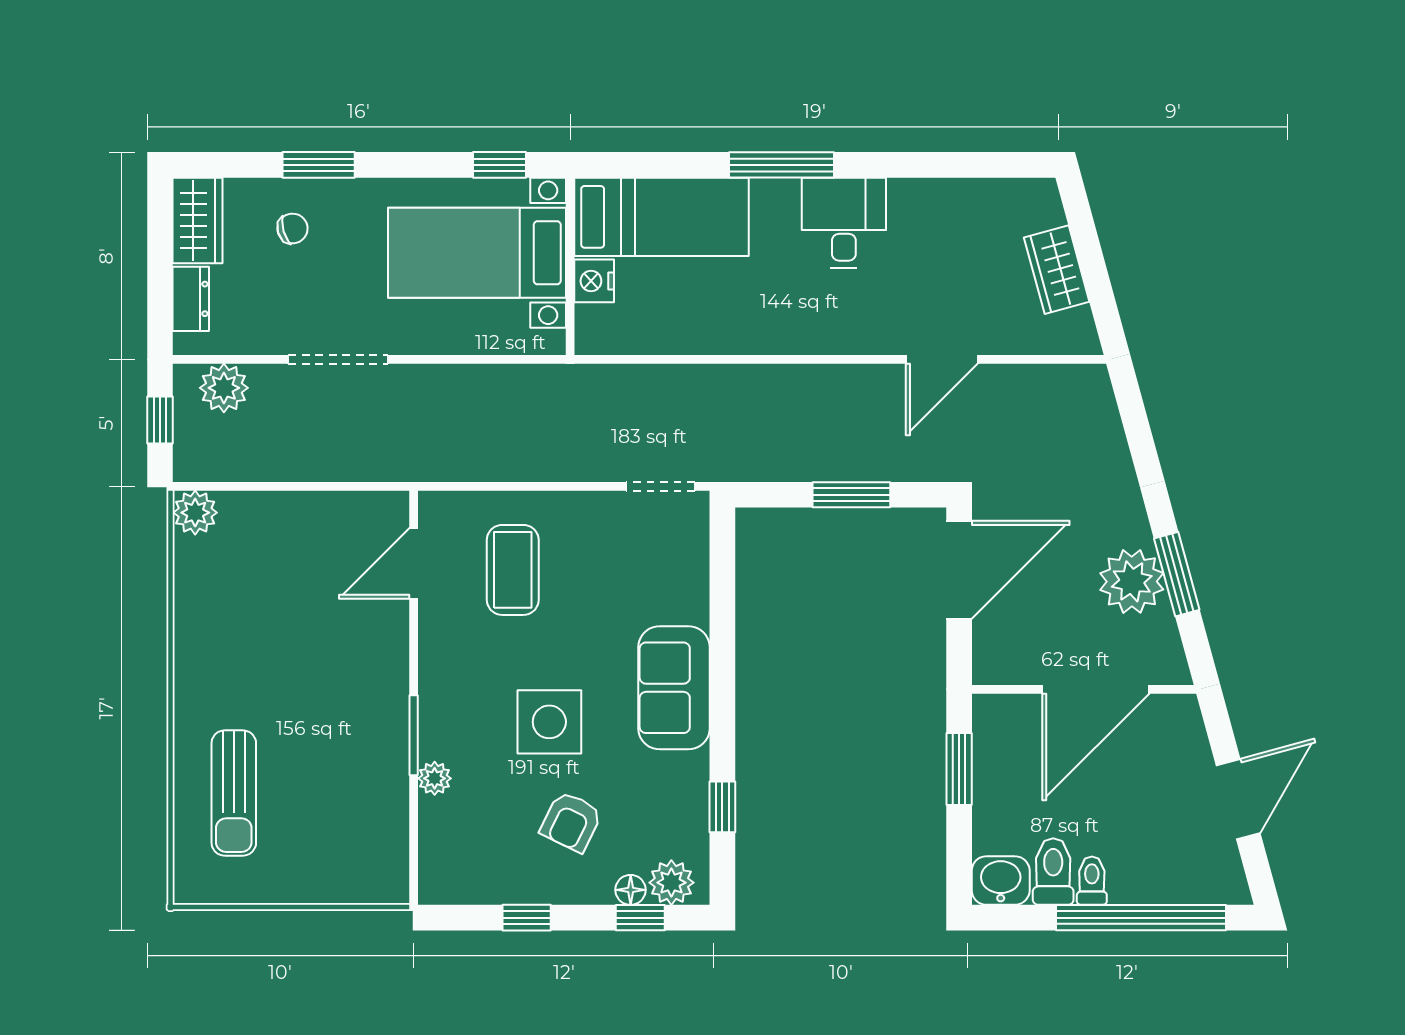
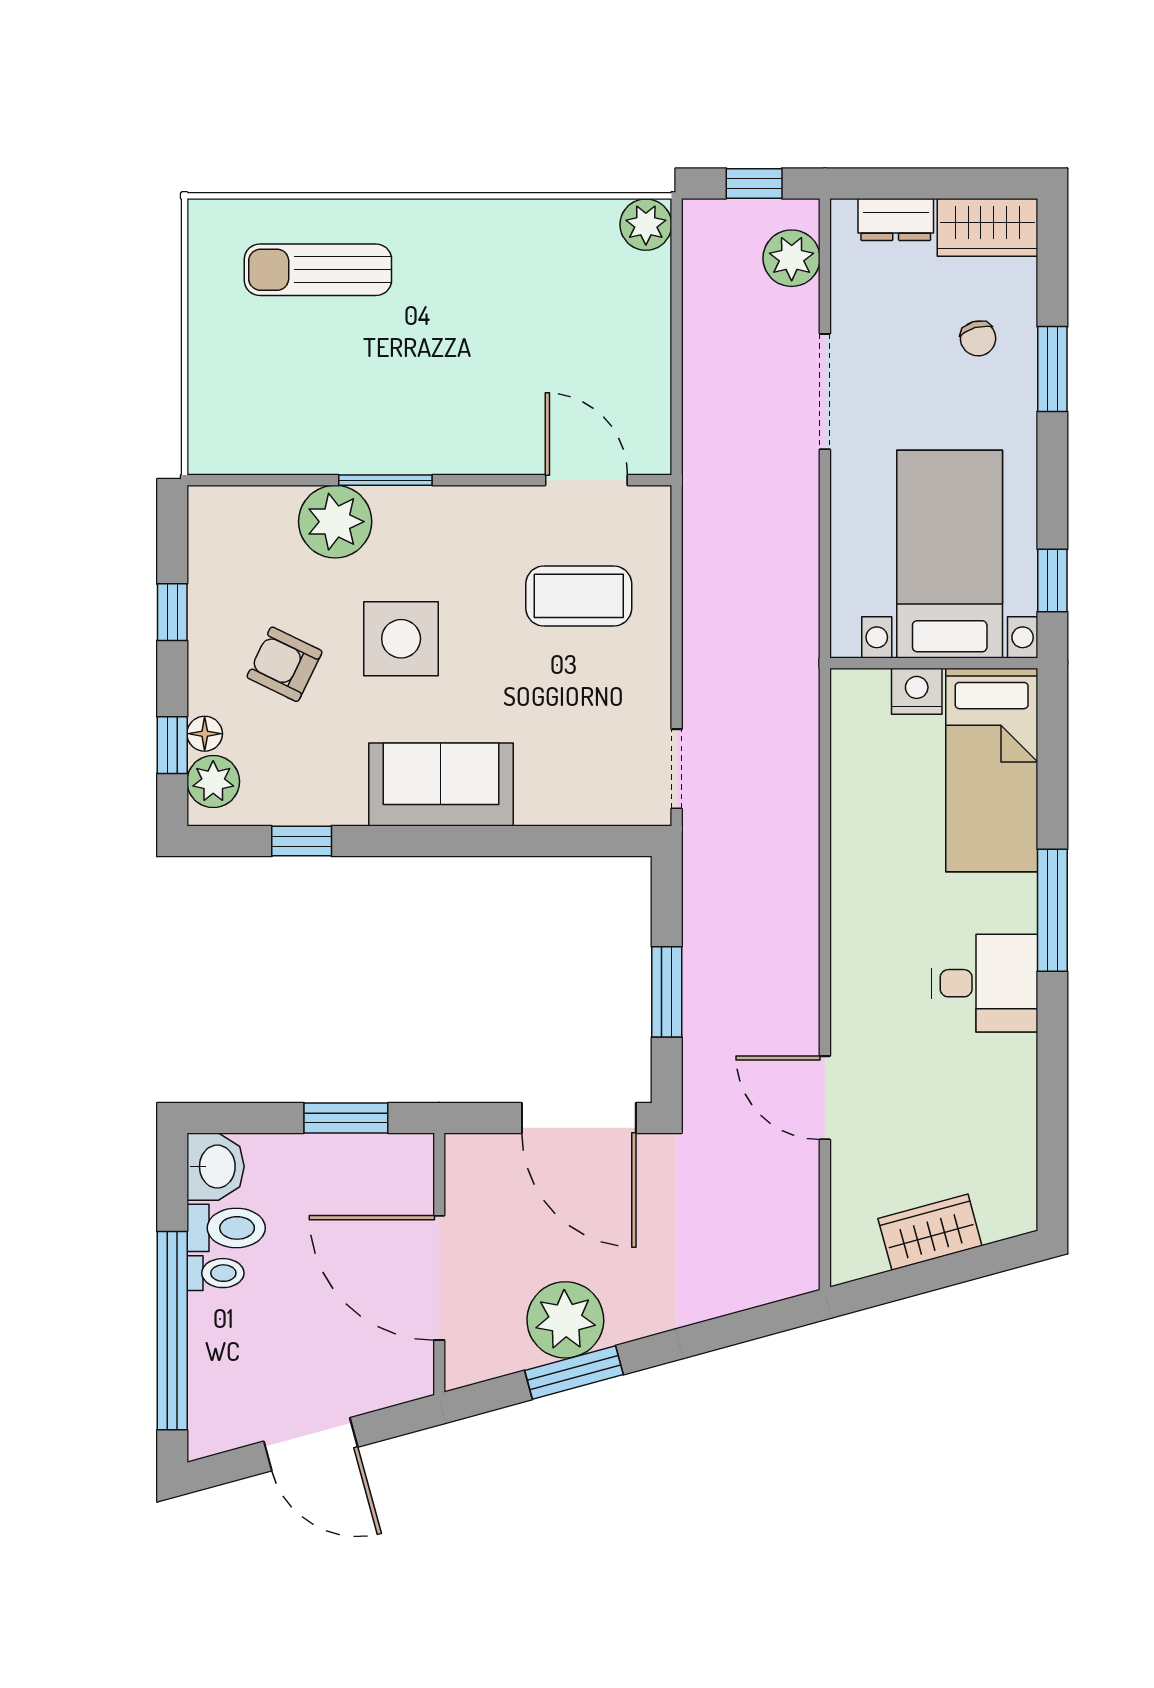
plant: (435, 778) -> (335, 522), width x1.88, depth x1.88

